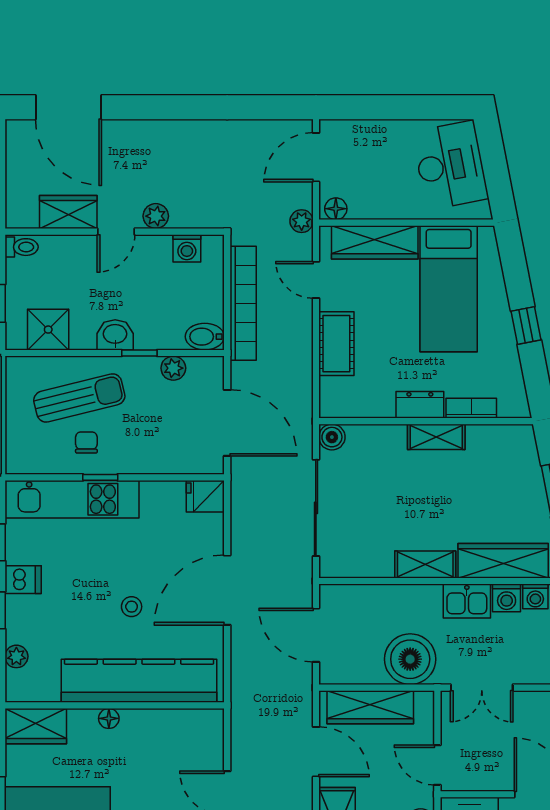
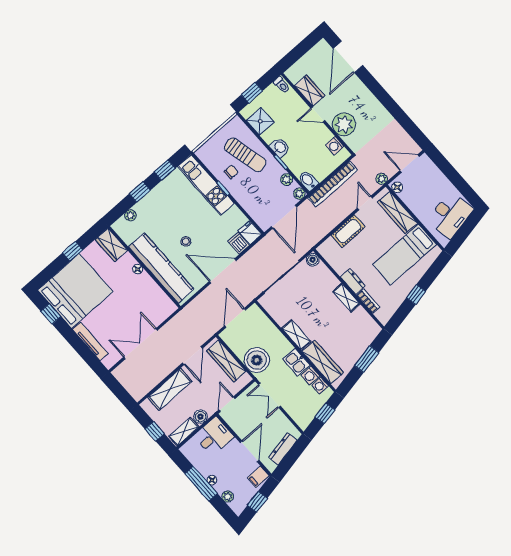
plant: (156, 216) -> (344, 124), width x1.87, depth x1.87
plant: (212, 368) -> (299, 194), added
dishwasher: (23, 580) -> (239, 243), moved, turned 180

